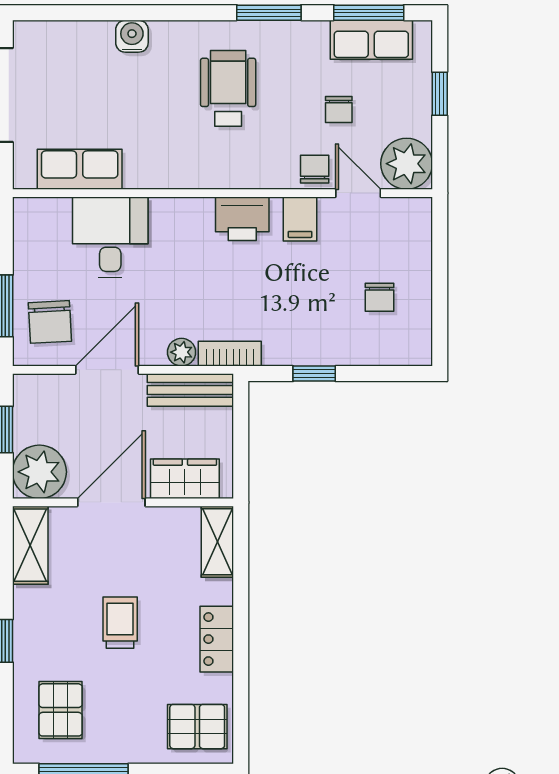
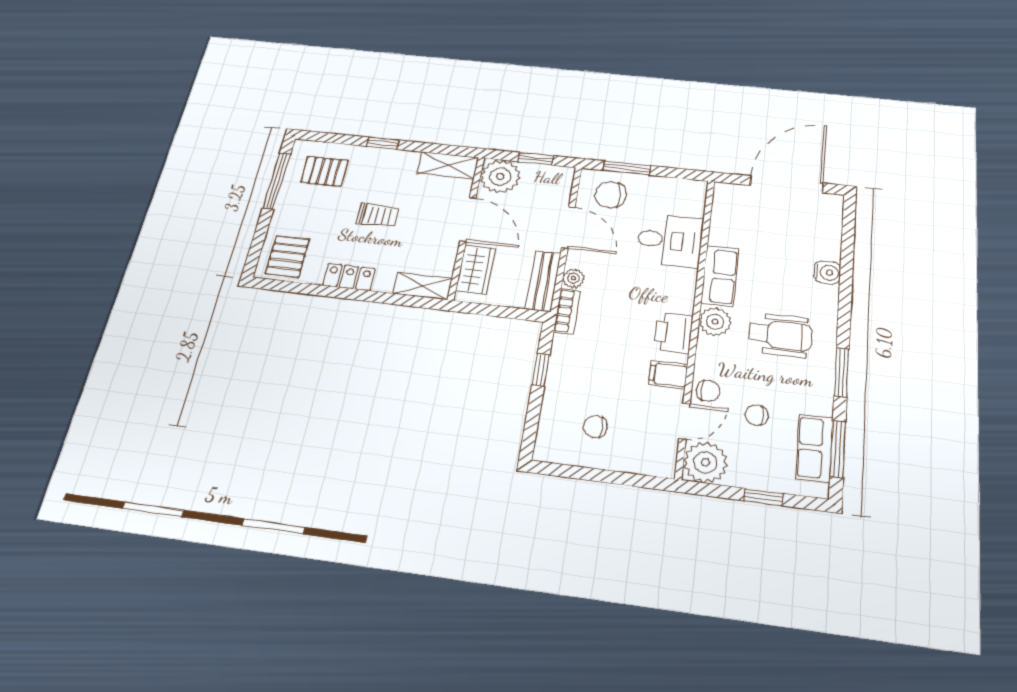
row of seats: (80, 169) -> (720, 276), moved
plant: (220, 169) -> (715, 322), added

